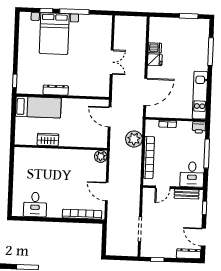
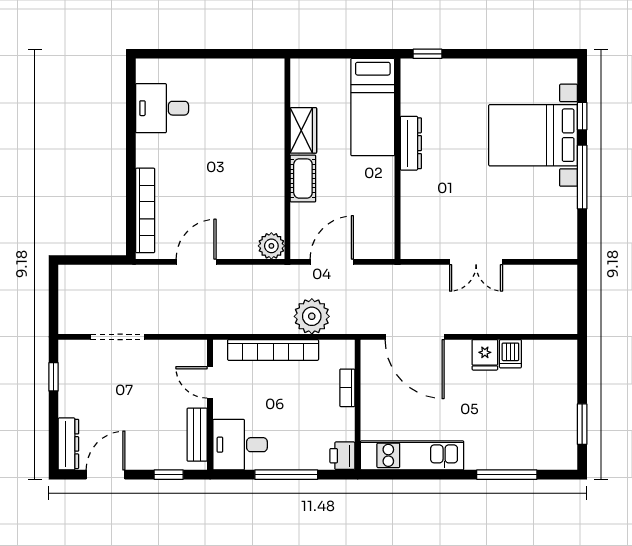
door: (110, 117) -> (332, 262), moved
cot: (70, 141) -> (303, 179), added

